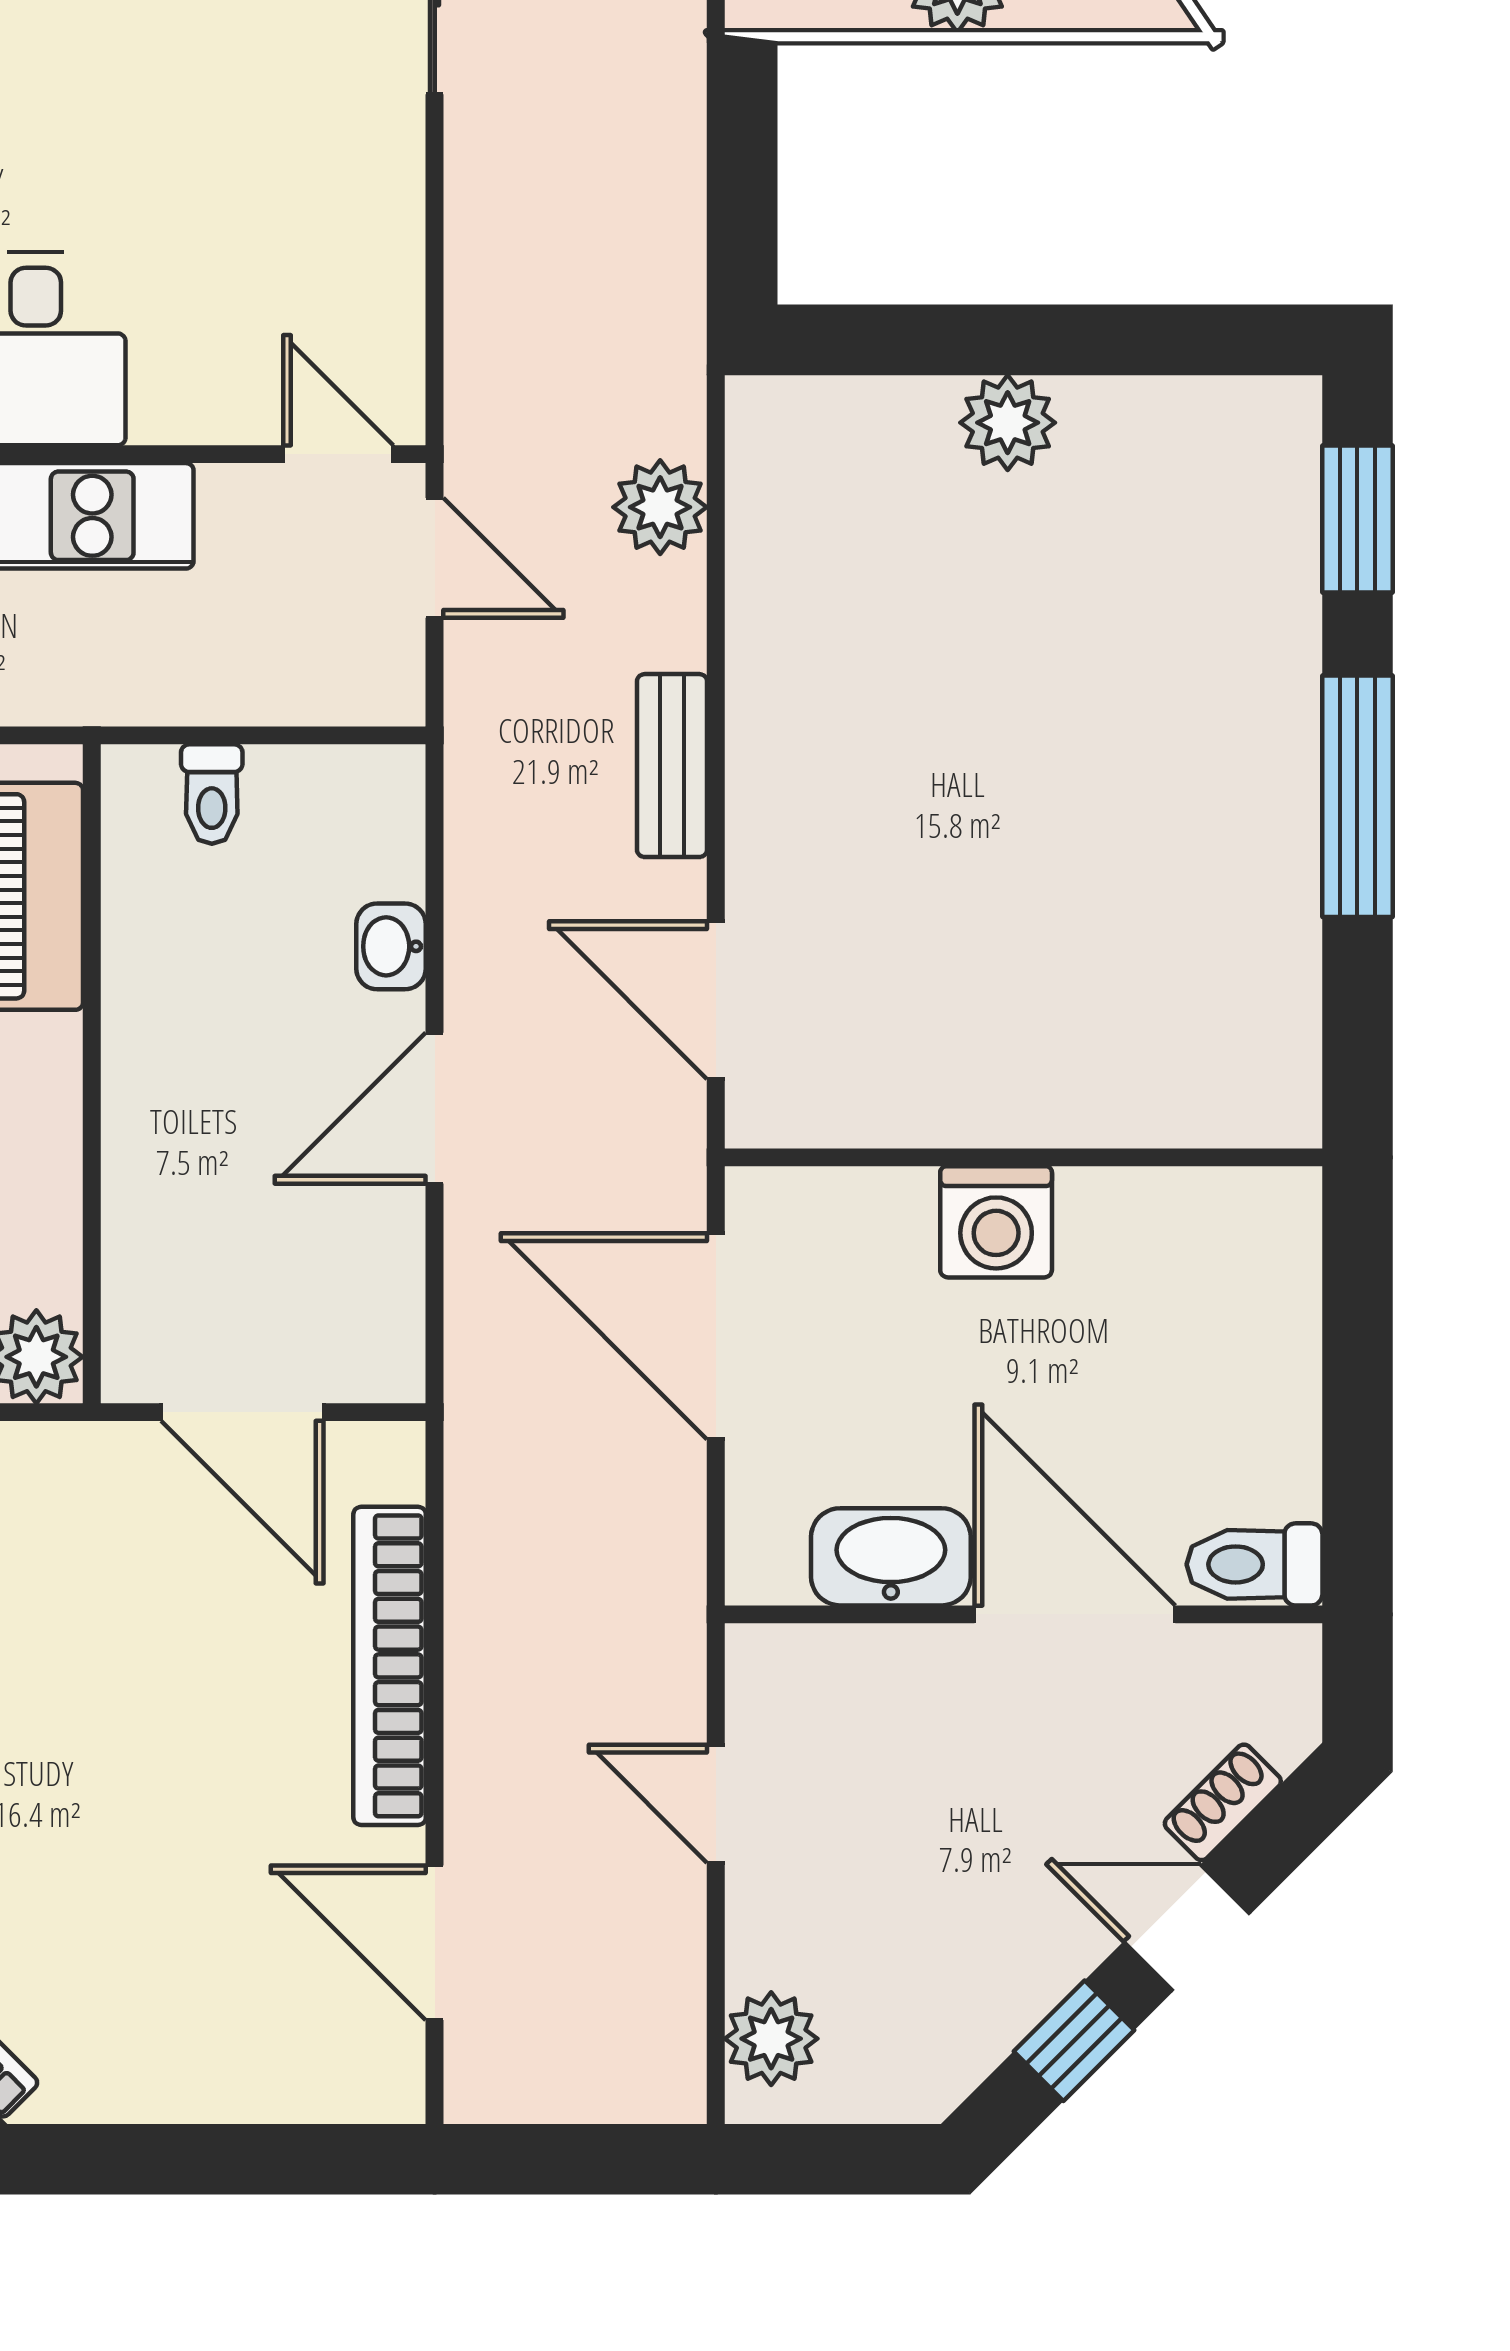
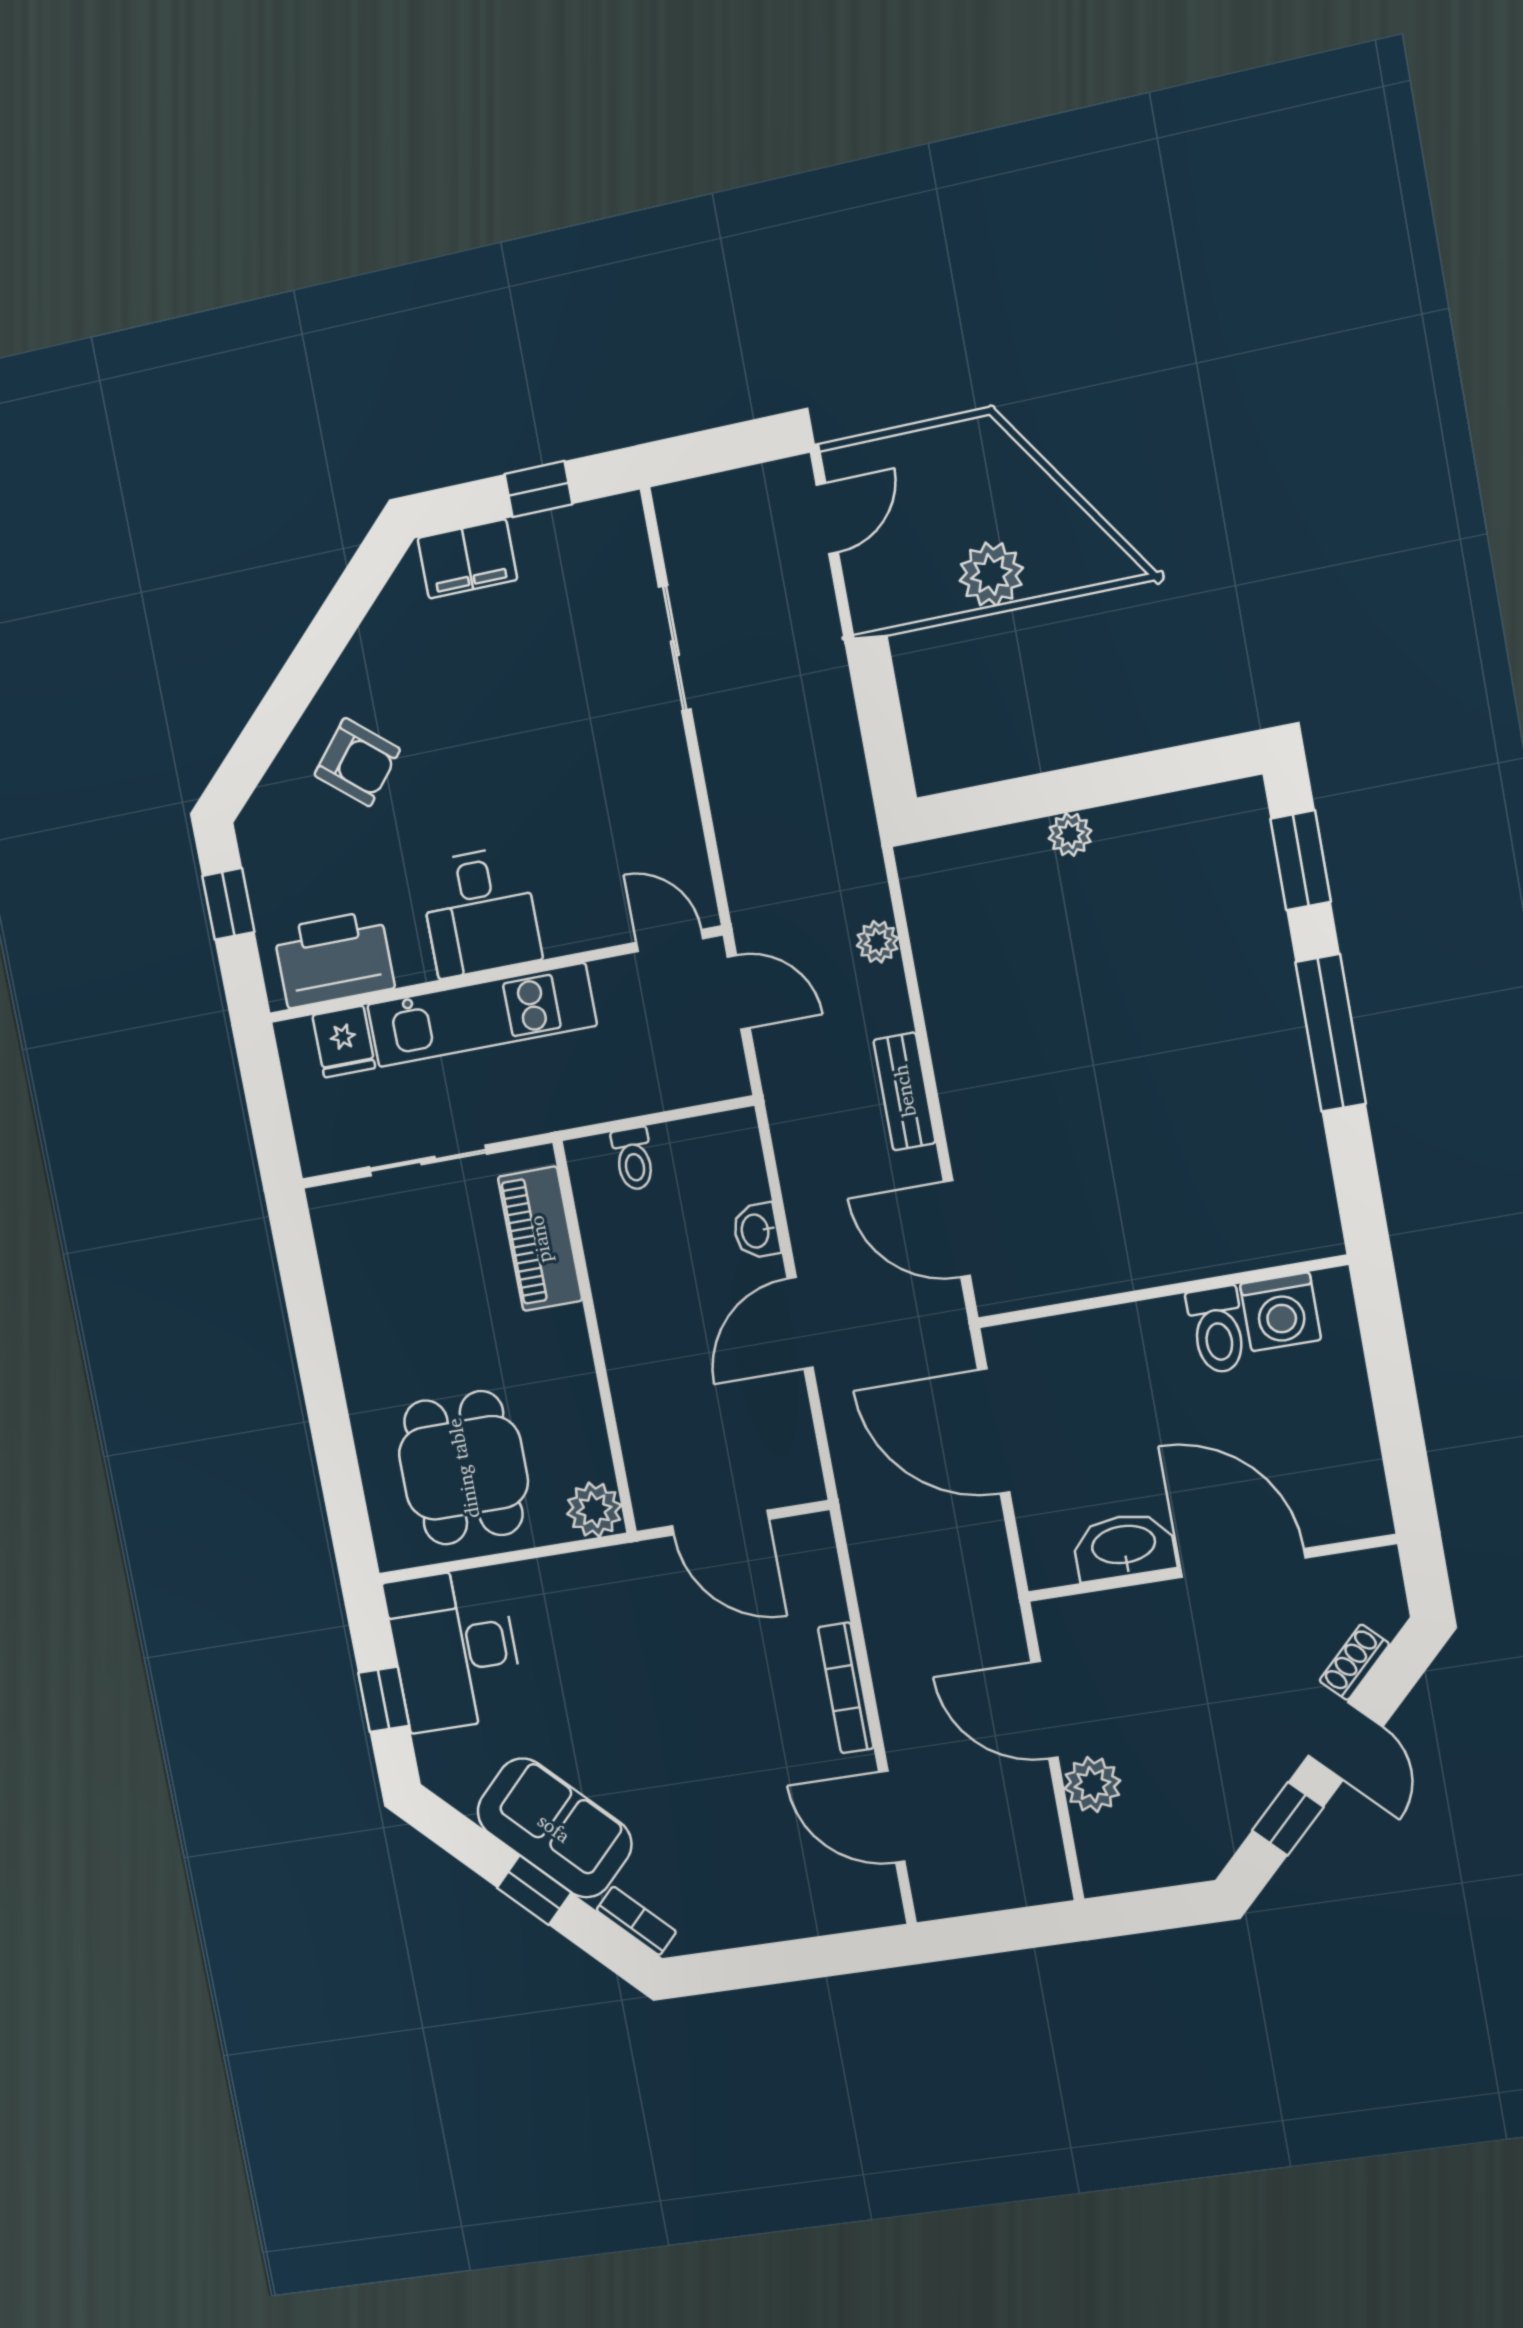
plant: (1008, 423) -> (1070, 834), width x0.73, depth x0.73
plant: (660, 507) -> (878, 942), width x0.73, depth x0.73
washing machine: (996, 1222) -> (1280, 1312), moved
toilet: (1255, 1564) -> (1217, 1330), moved, turned -90
bookcase: (390, 1666) -> (846, 1688), width x0.68, depth x0.76
door: (716, 1804) -> (1045, 1710), width x1.38
door: (1187, 1928) -> (1345, 1741), swing flipped
plant: (771, 2039) -> (1092, 1785), moved

